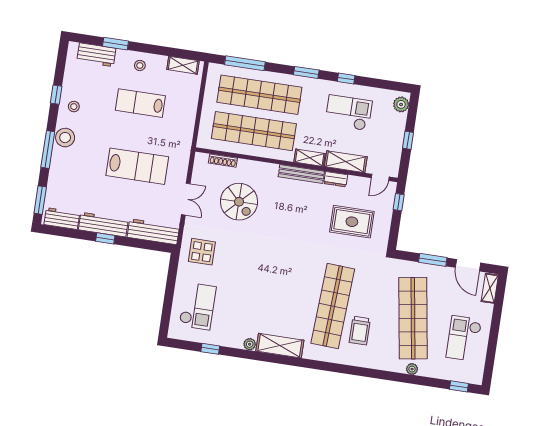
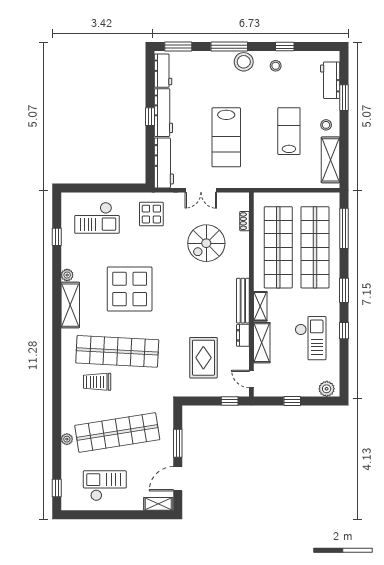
shelving: (183, 65) -> (330, 160), width x1.50, depth x1.33
shoe rack: (223, 161) -> (244, 221), width x0.70
display table: (273, 284) -> (130, 289), added

